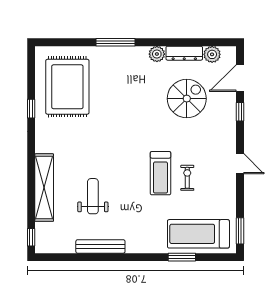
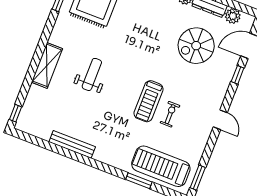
spiral stairs: (187, 99) -> (196, 46), turned 180
shelving: (44, 188) -> (47, 65), width x0.68
weight bench: (93, 196) -> (92, 74), moved

